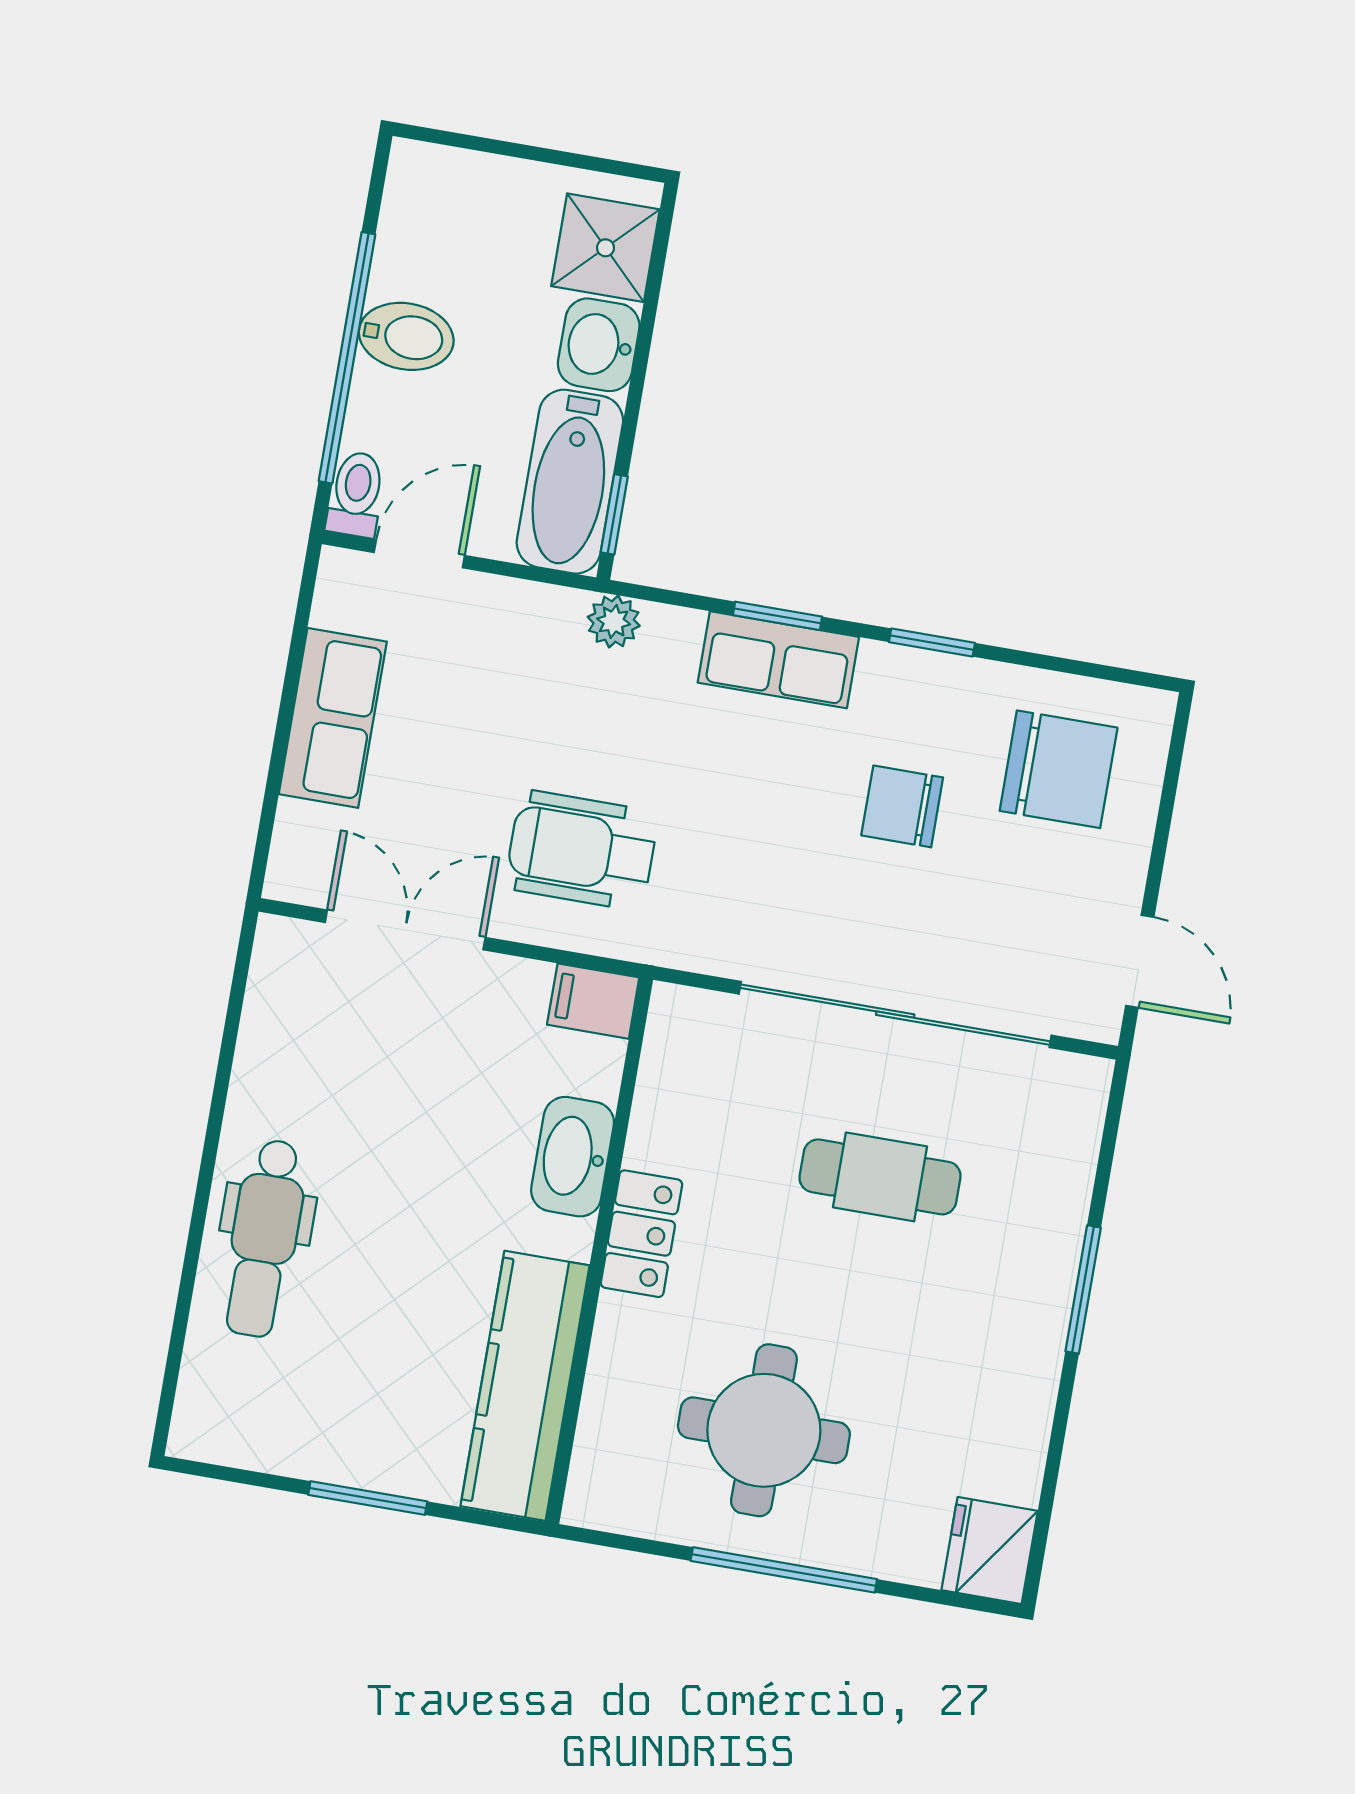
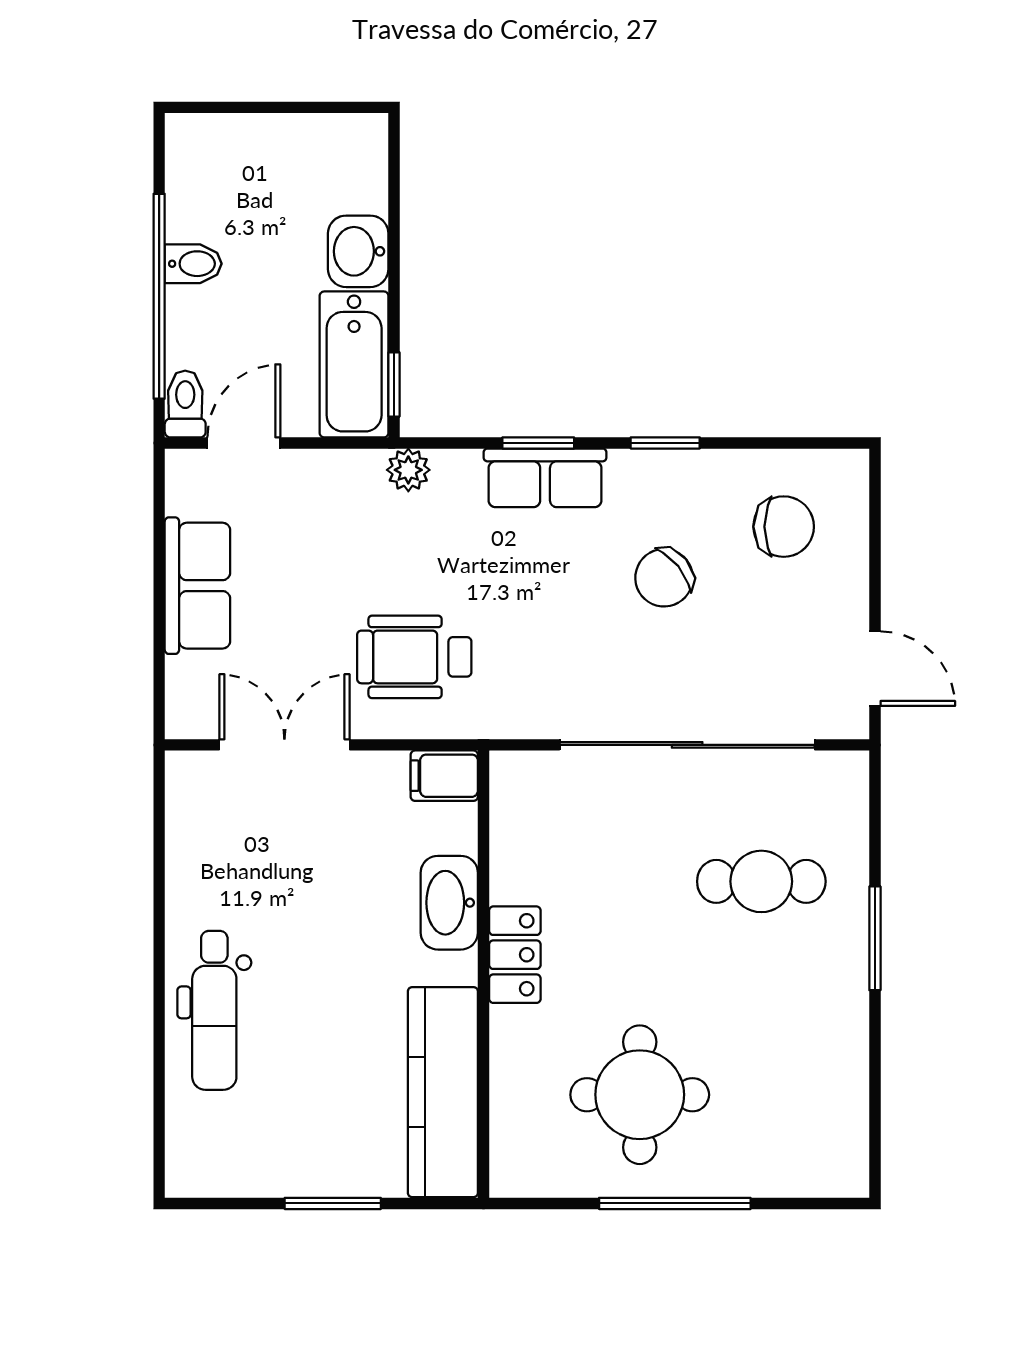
shower: (606, 248) -> (350, 173), removed
bidet: (406, 336) -> (193, 264), width x0.72, depth x0.74
chair: (1059, 769) -> (784, 527), width x0.73, depth x0.73
chair: (902, 806) -> (664, 578), turned -39
cafe table: (880, 1177) -> (761, 881), moved
fridge: (990, 1550) -> (836, 1160), removed

